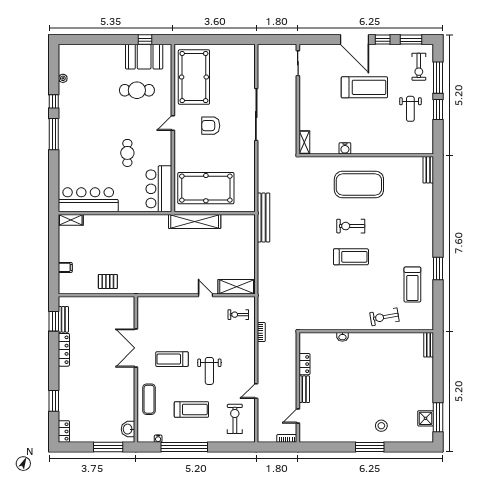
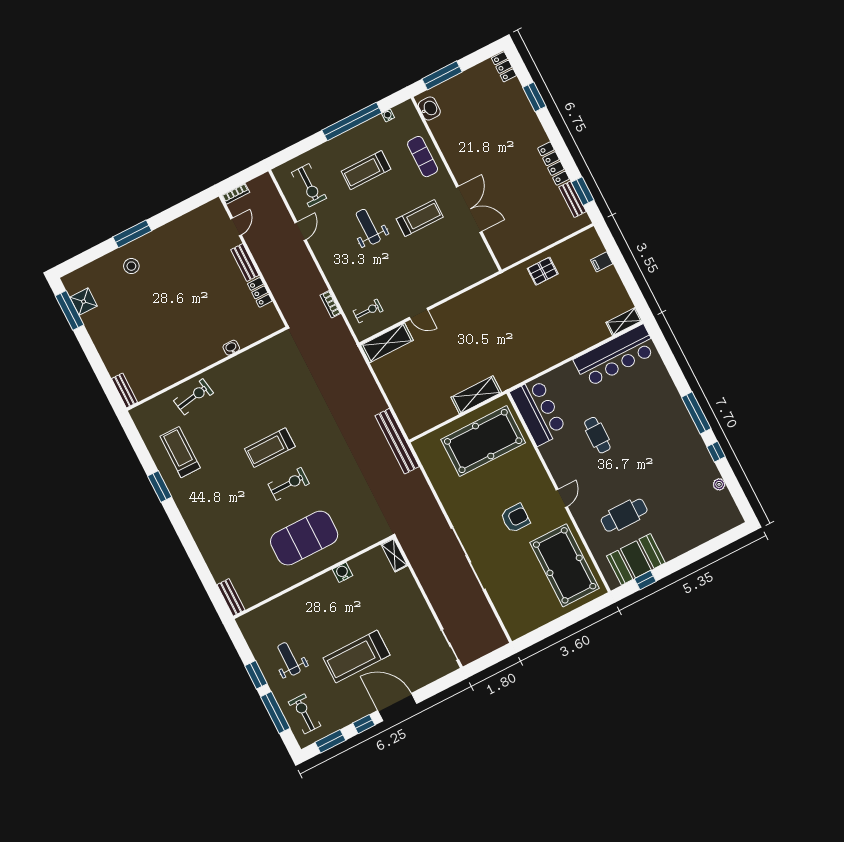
shelving: (195, 221) -> (476, 395), width x0.68

